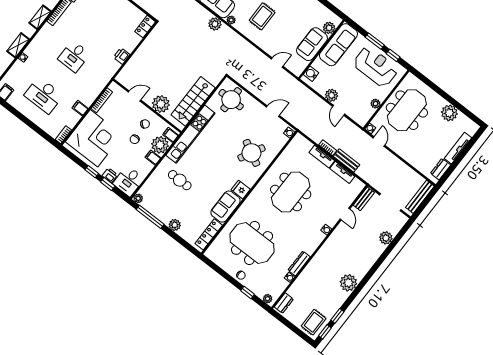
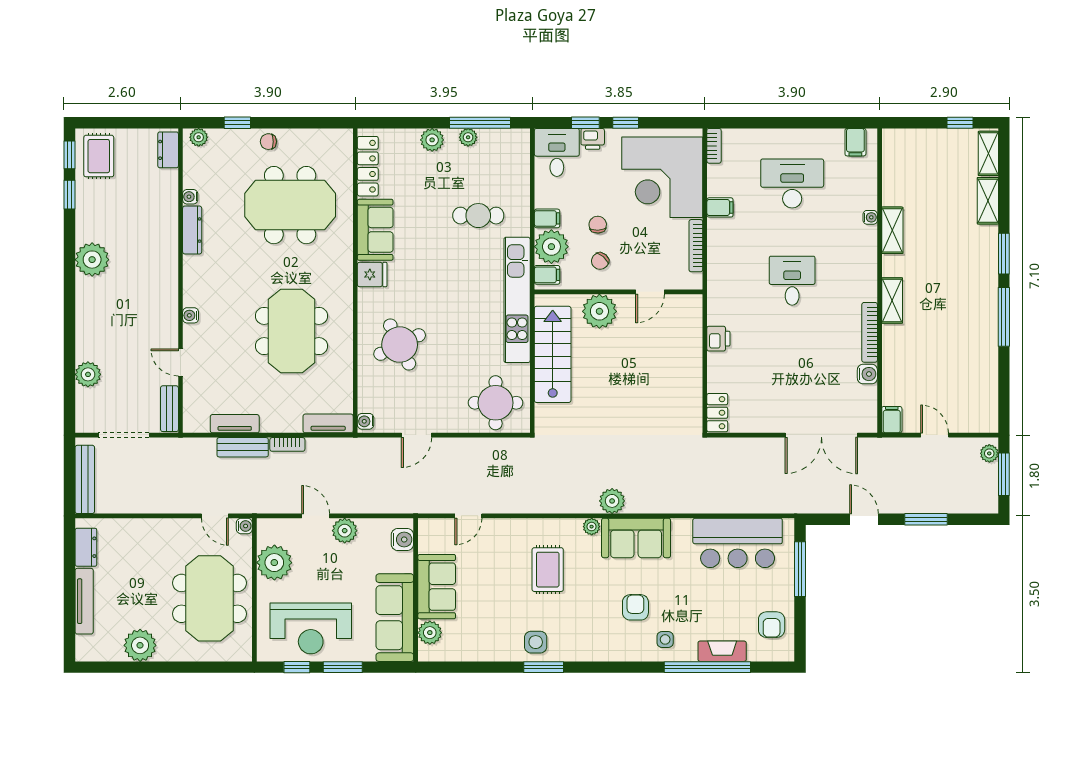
plant: (376, 104) -> (274, 563), width x1.87, depth x1.87
round table: (251, 153) -> (400, 345), turned 36
tv unit: (322, 157) -> (328, 423), moved
plant: (138, 198) -> (468, 137), moved

